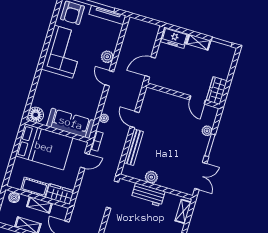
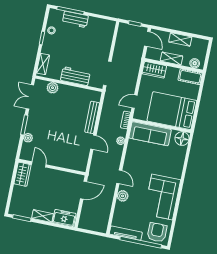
plant: (151, 177) -> (53, 88), moved
cot: (35, 187) -> (190, 77), moved

